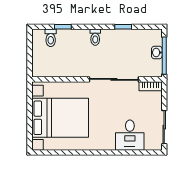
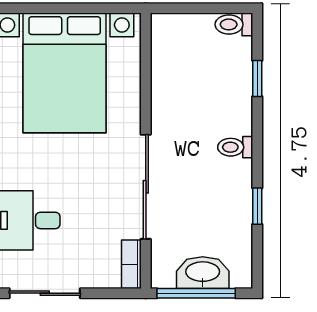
toilet: (51, 38) -> (234, 24), moved
washbasin: (157, 53) -> (203, 273), width x1.91, depth x1.45

